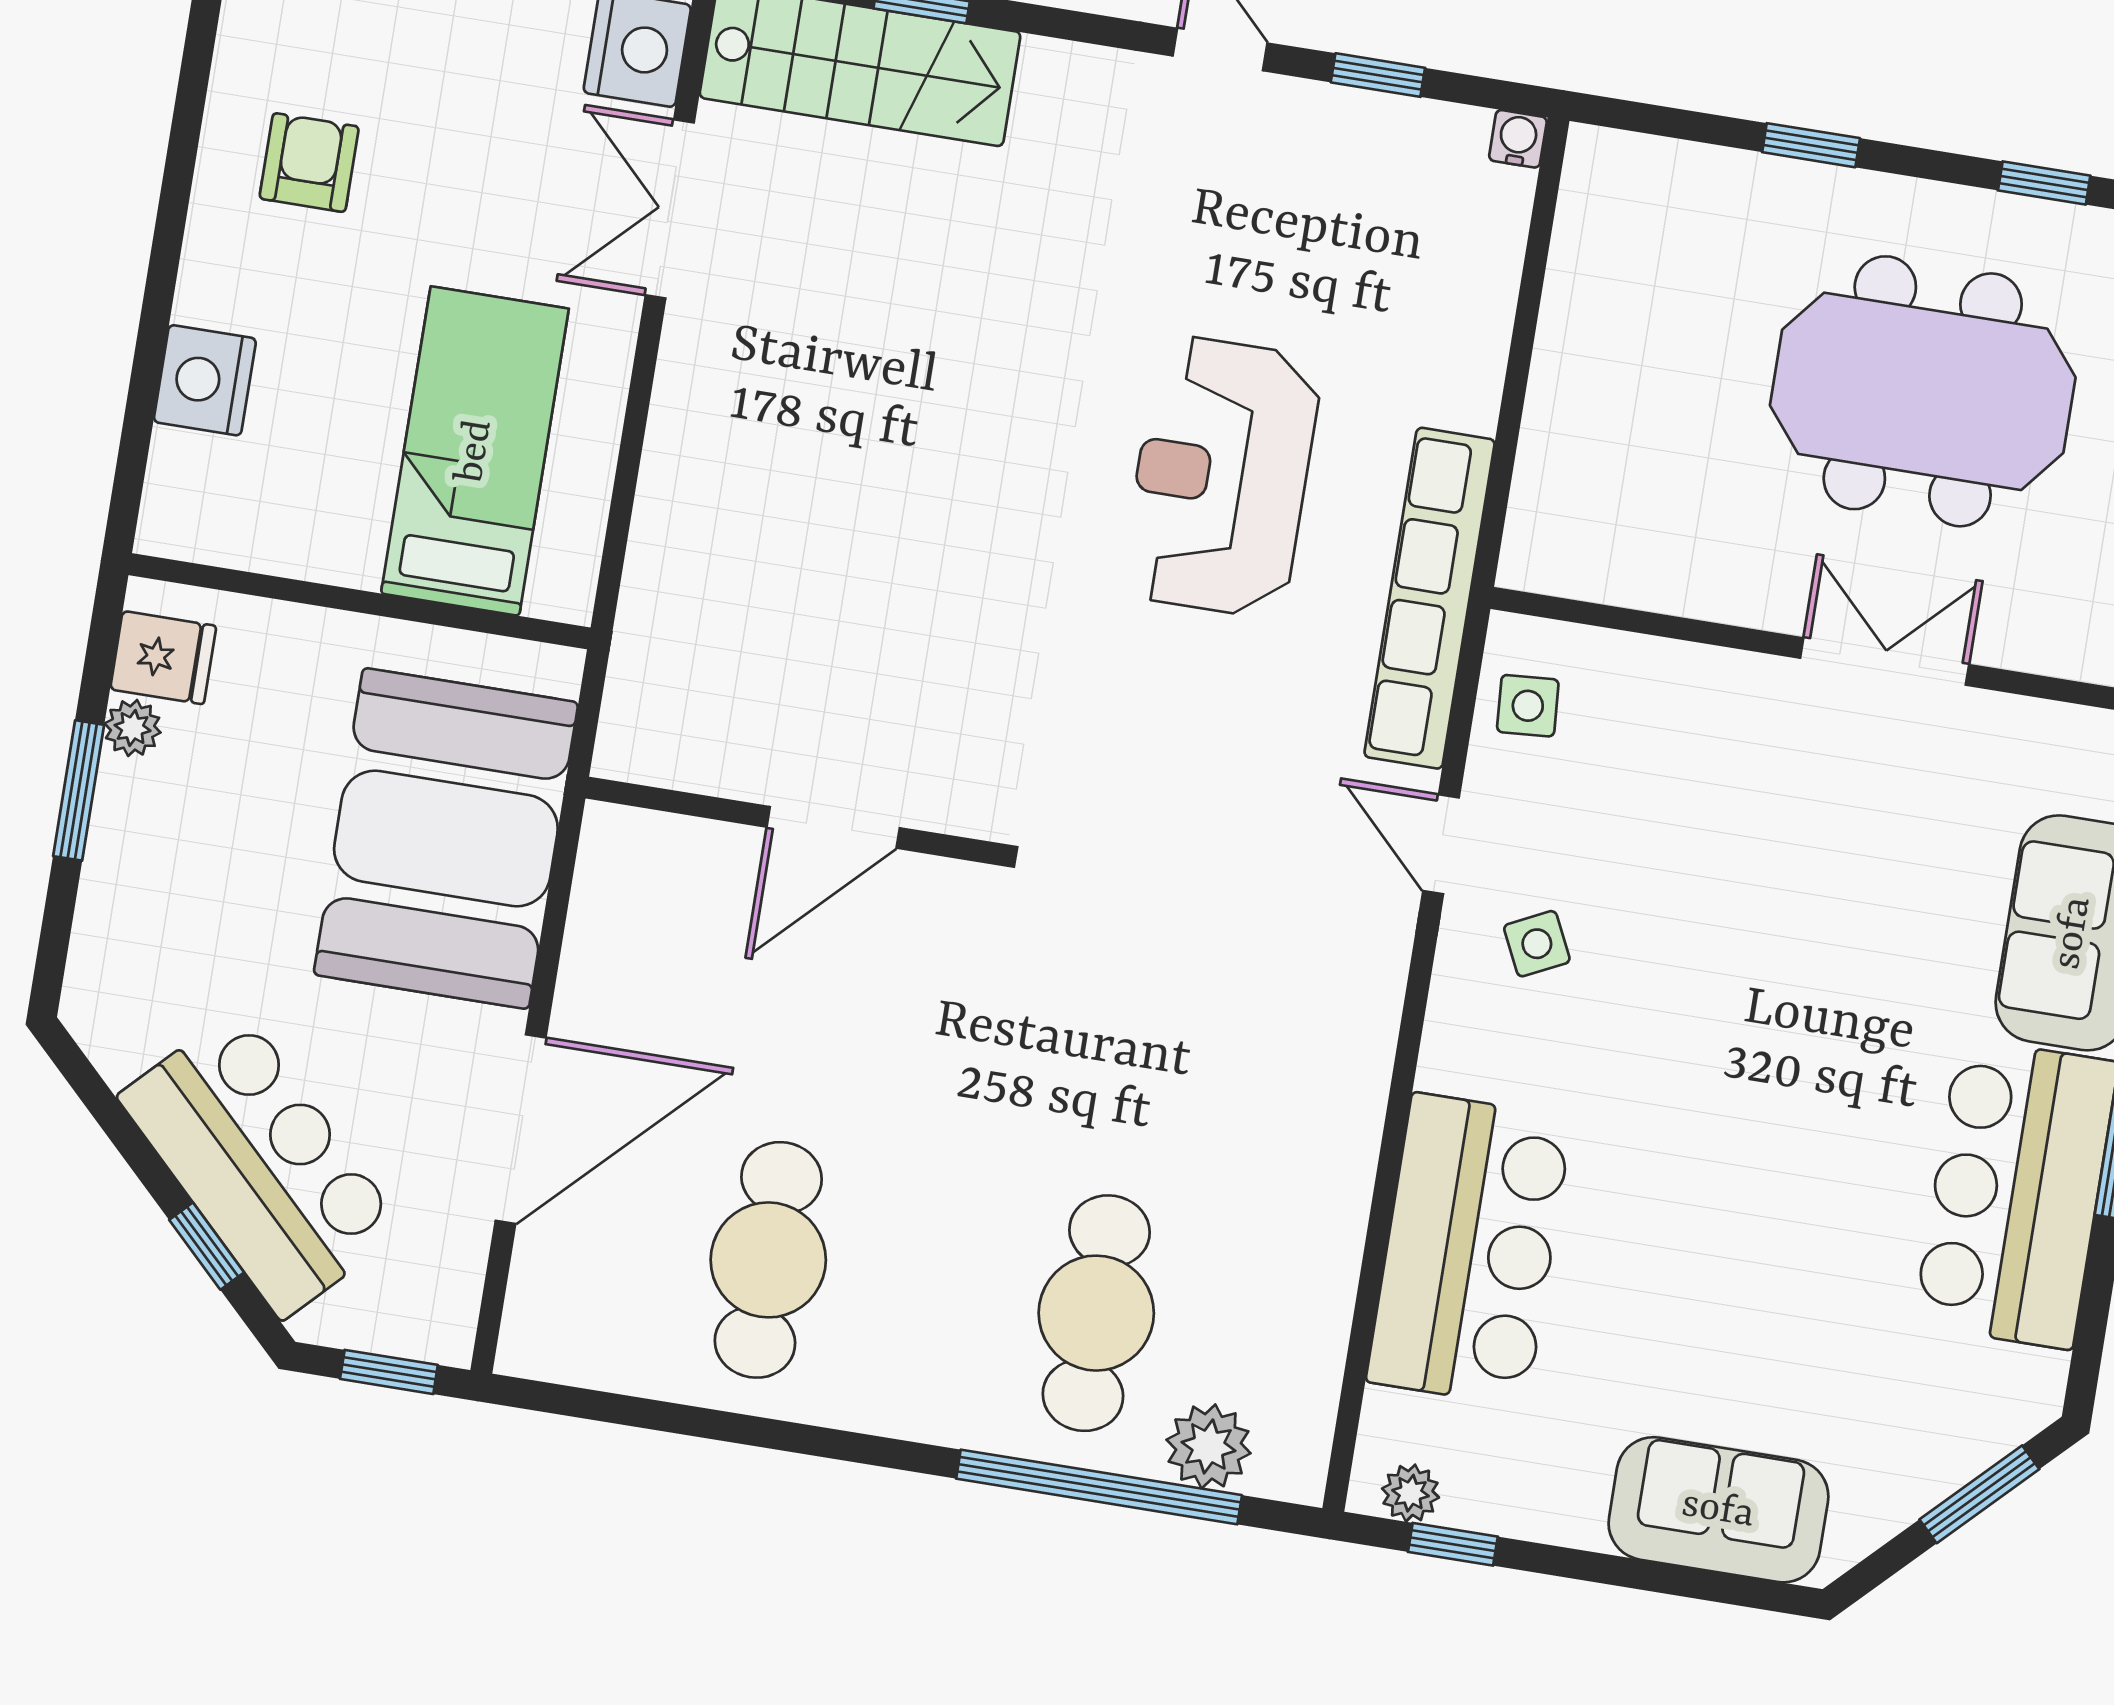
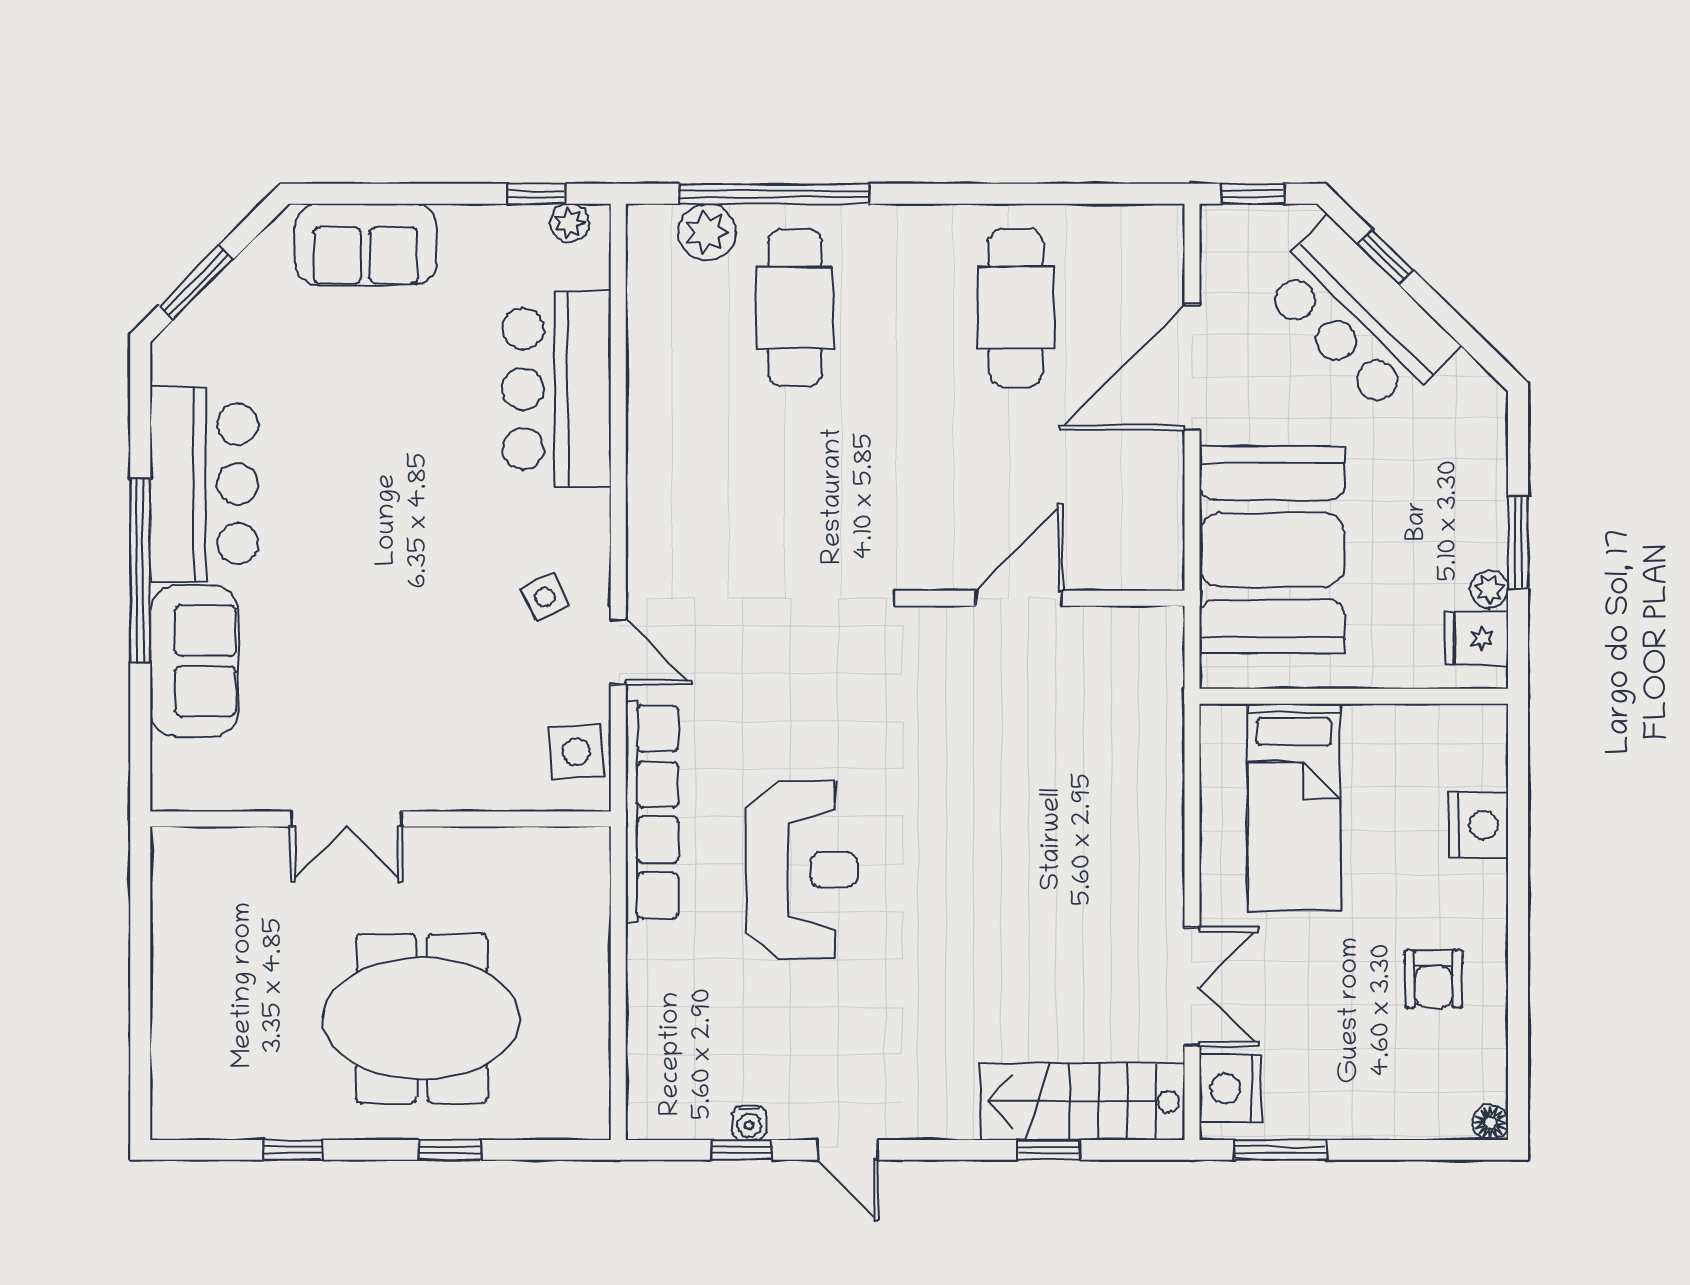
water cooler: (1518, 139) -> (749, 1123), moved
meeting table: (1923, 391) -> (422, 1019), moved
side table: (1528, 706) -> (576, 752), width x1.37, depth x1.37

